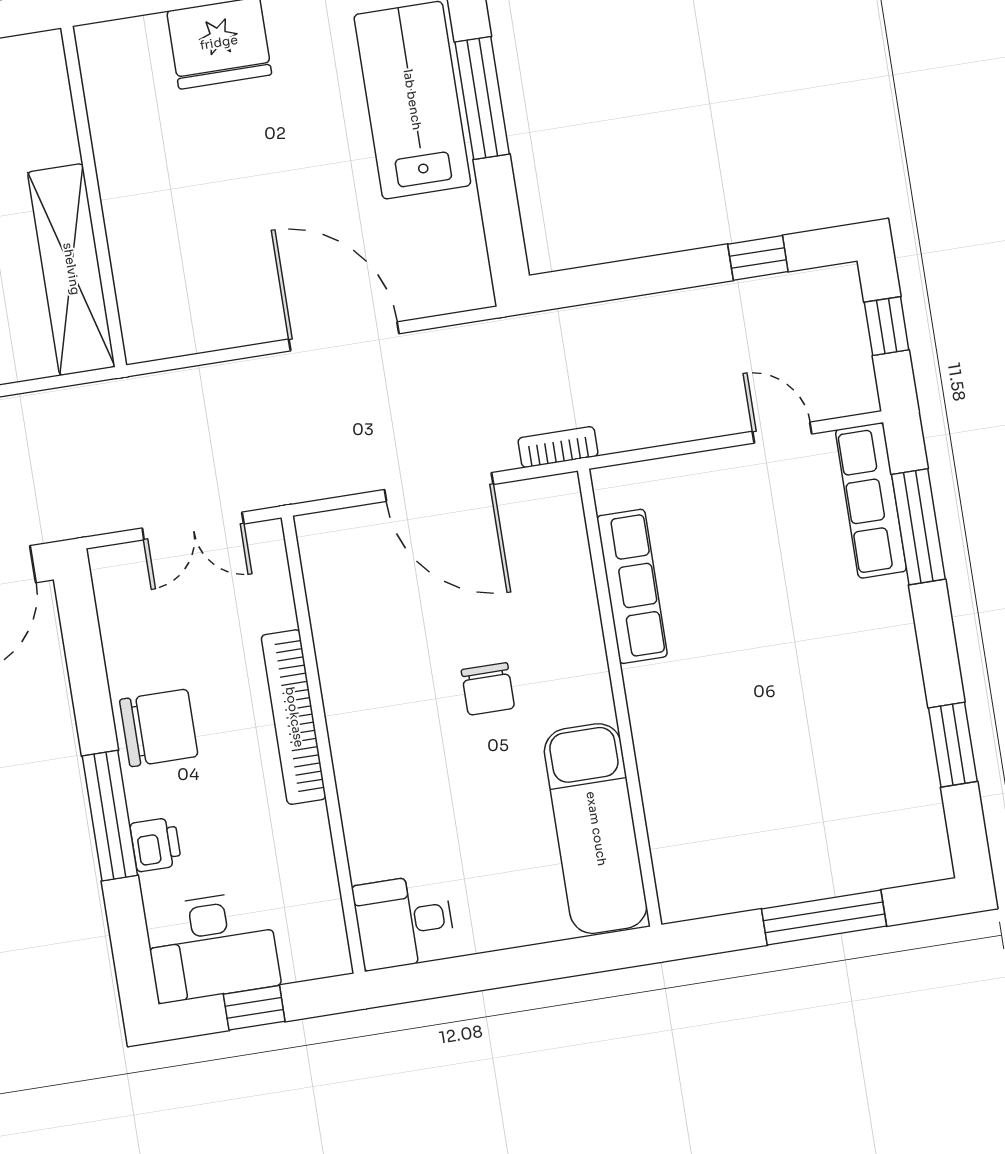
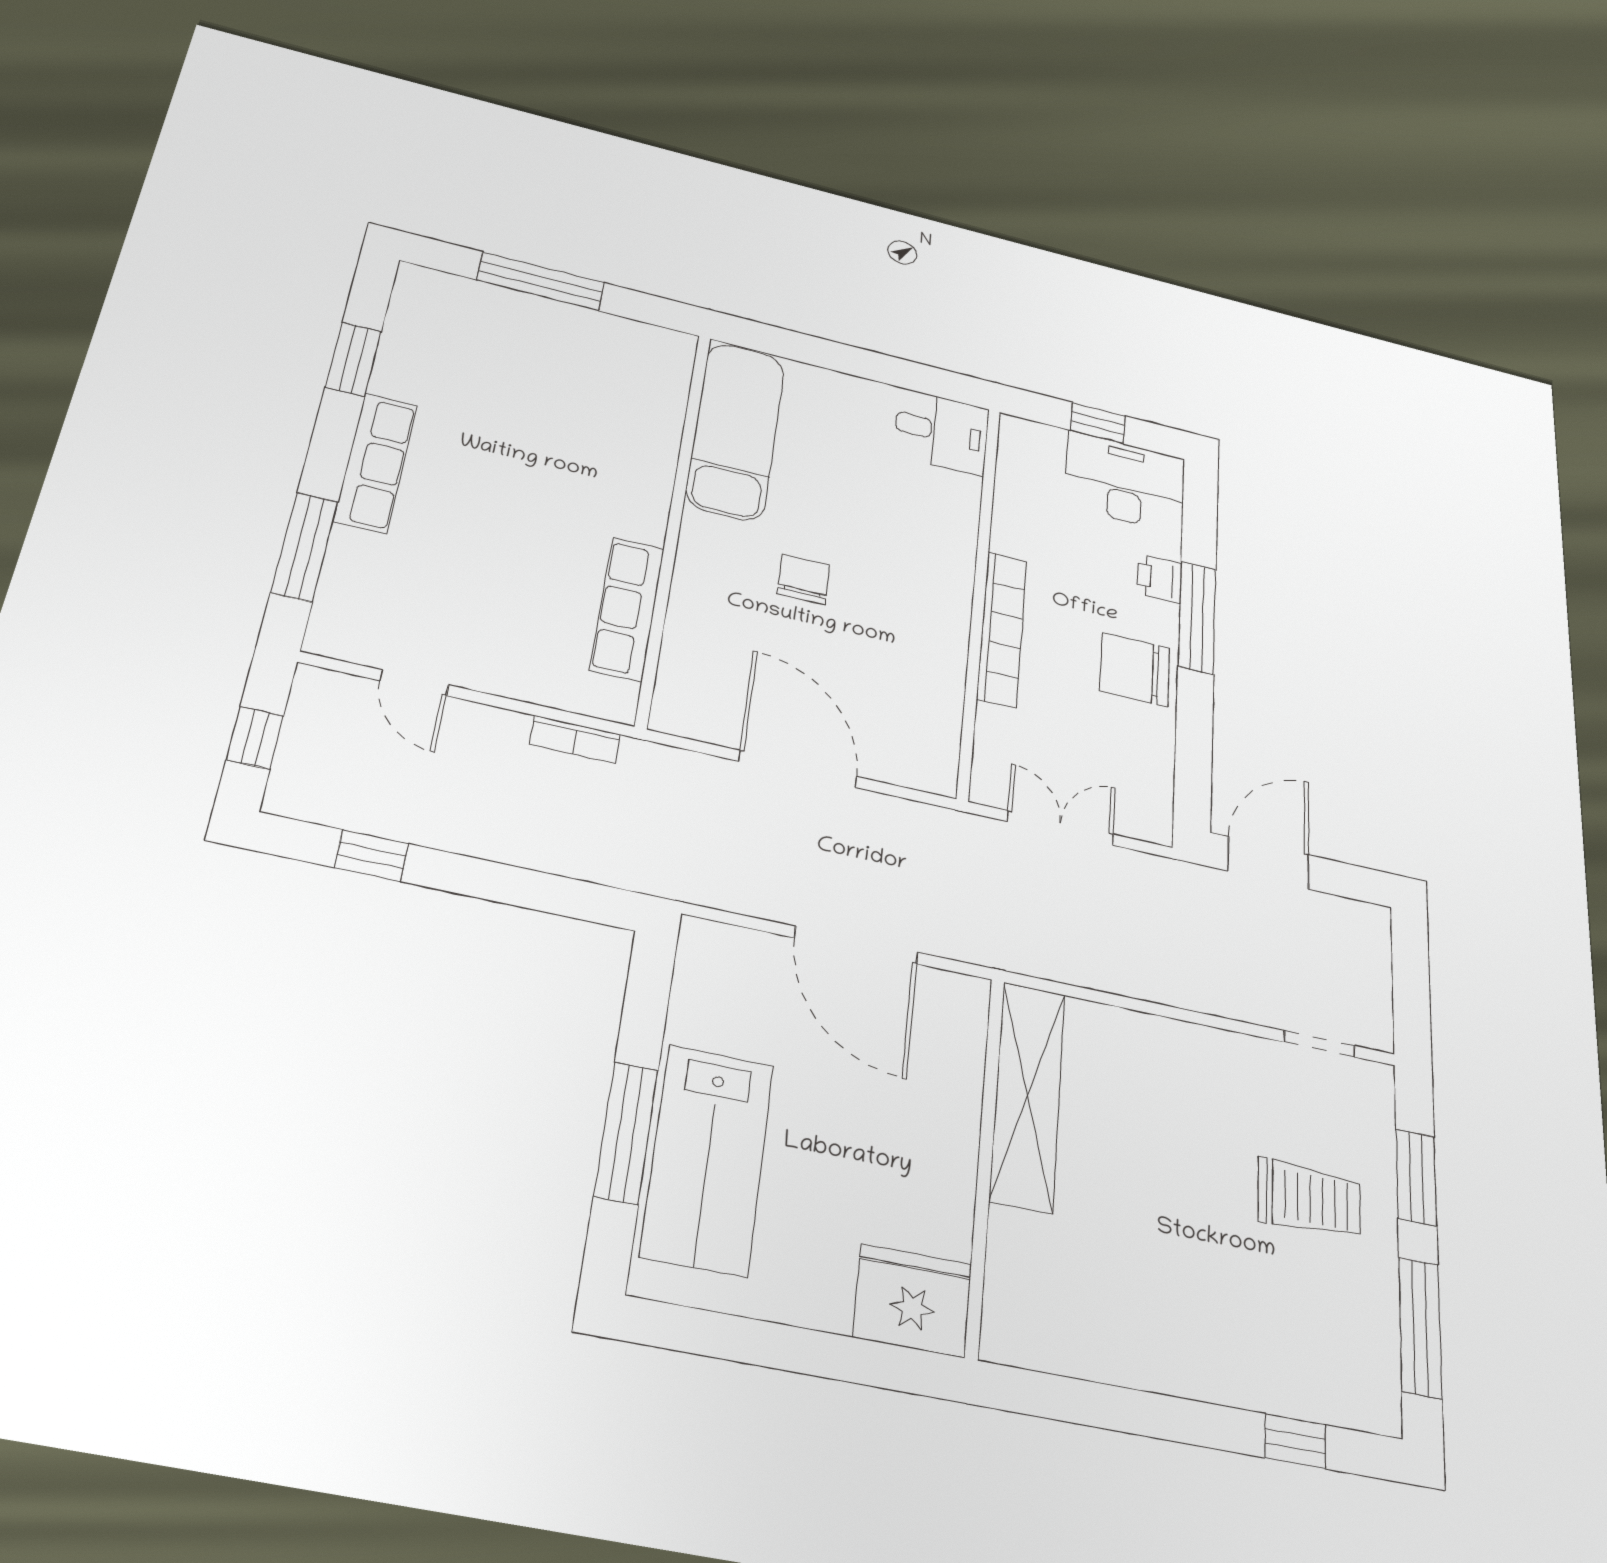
wall: (94, 196) -> (985, 1162), moved
shelving: (71, 269) -> (1028, 1096), moved
bookcase: (558, 447) -> (575, 739), moved
row of seats: (871, 500) -> (376, 463), moved

